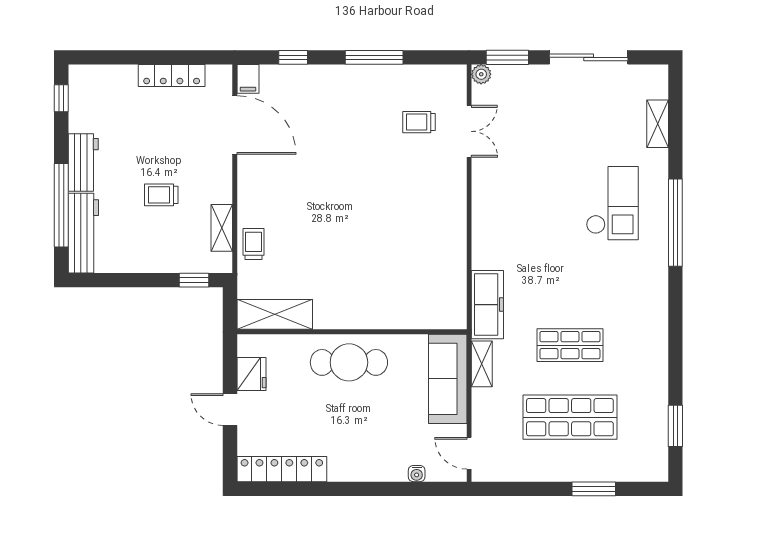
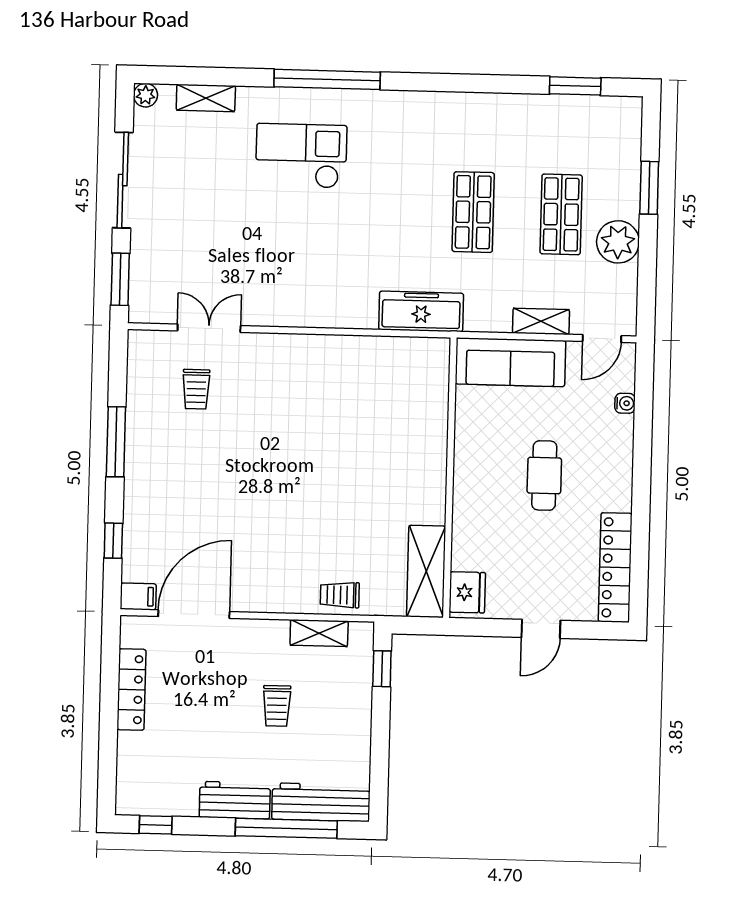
plant: (481, 74) -> (146, 95), moved
cafe table: (349, 362) -> (544, 476), moved, width x0.73, depth x0.74
shelving: (482, 364) -> (541, 321), moved
fridge: (251, 374) -> (467, 592), moved, turned 90
shop shelf: (570, 417) -> (561, 214), width x0.70, depth x0.74
plant: (549, 464) -> (618, 242), added

